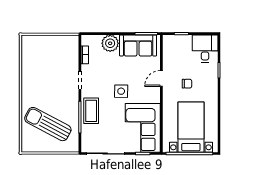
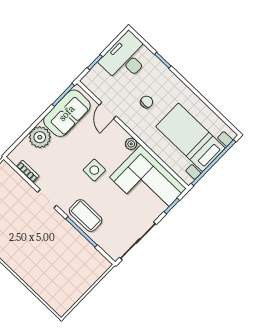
desk: (205, 49) -> (126, 58), width x1.37
door: (161, 78) -> (108, 110), moved
plant: (155, 98) -> (131, 144), added
sun lounger: (48, 124) -> (59, 268), removed

